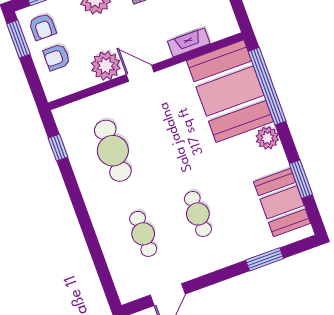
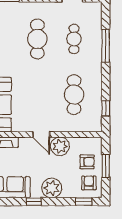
window: (18, 39) -> (106, 166), moved
cafe table: (198, 214) -> (37, 39), width x1.37, depth x1.35
window: (92, 241) -> (106, 46), added

